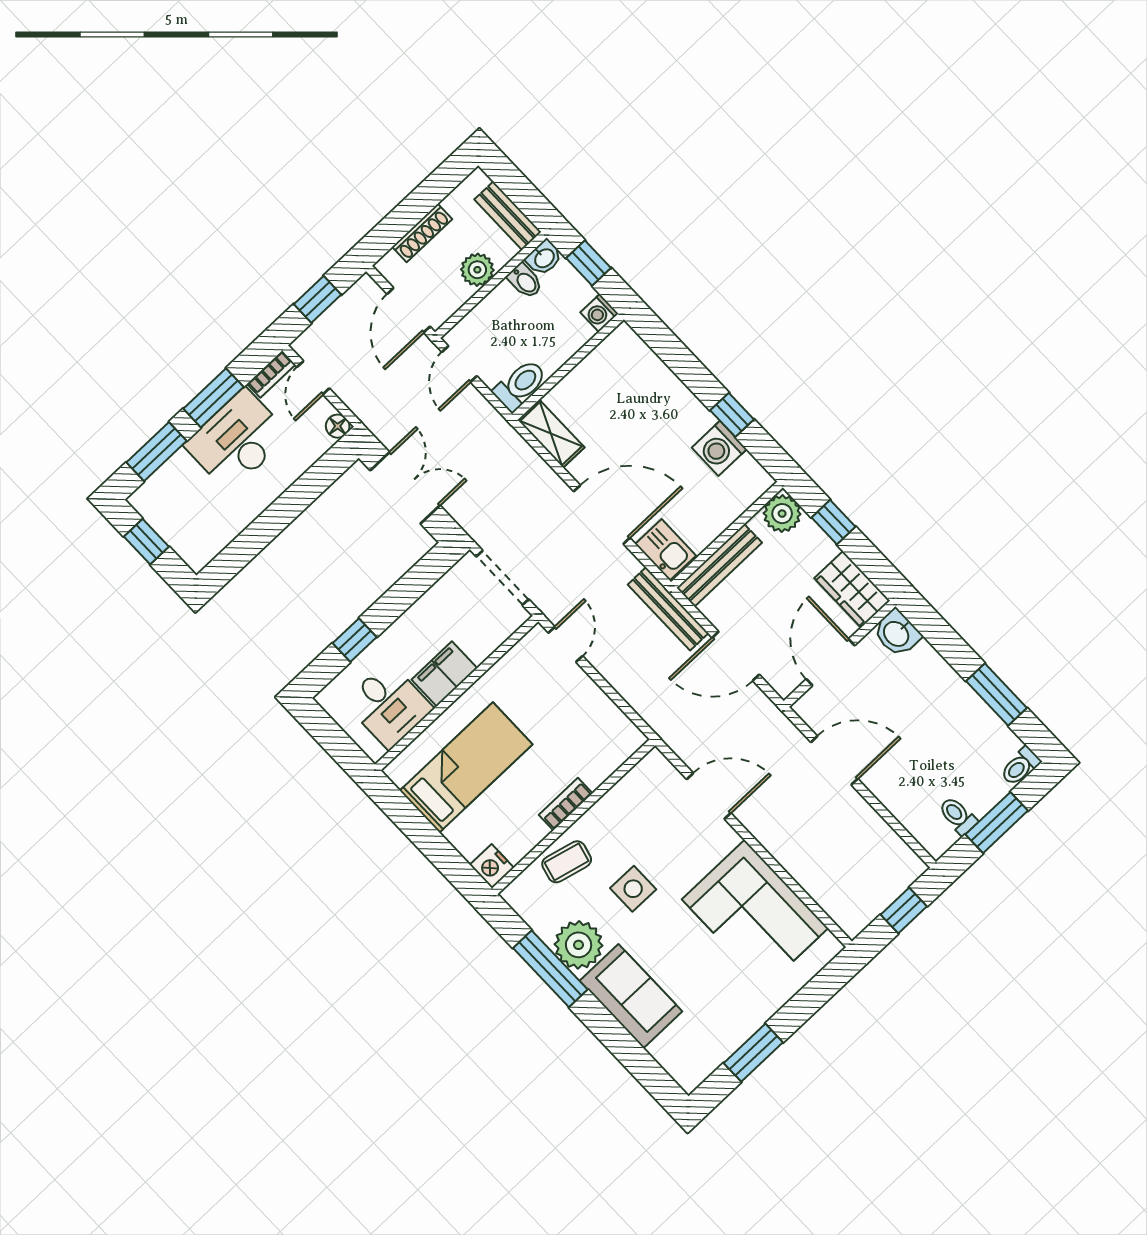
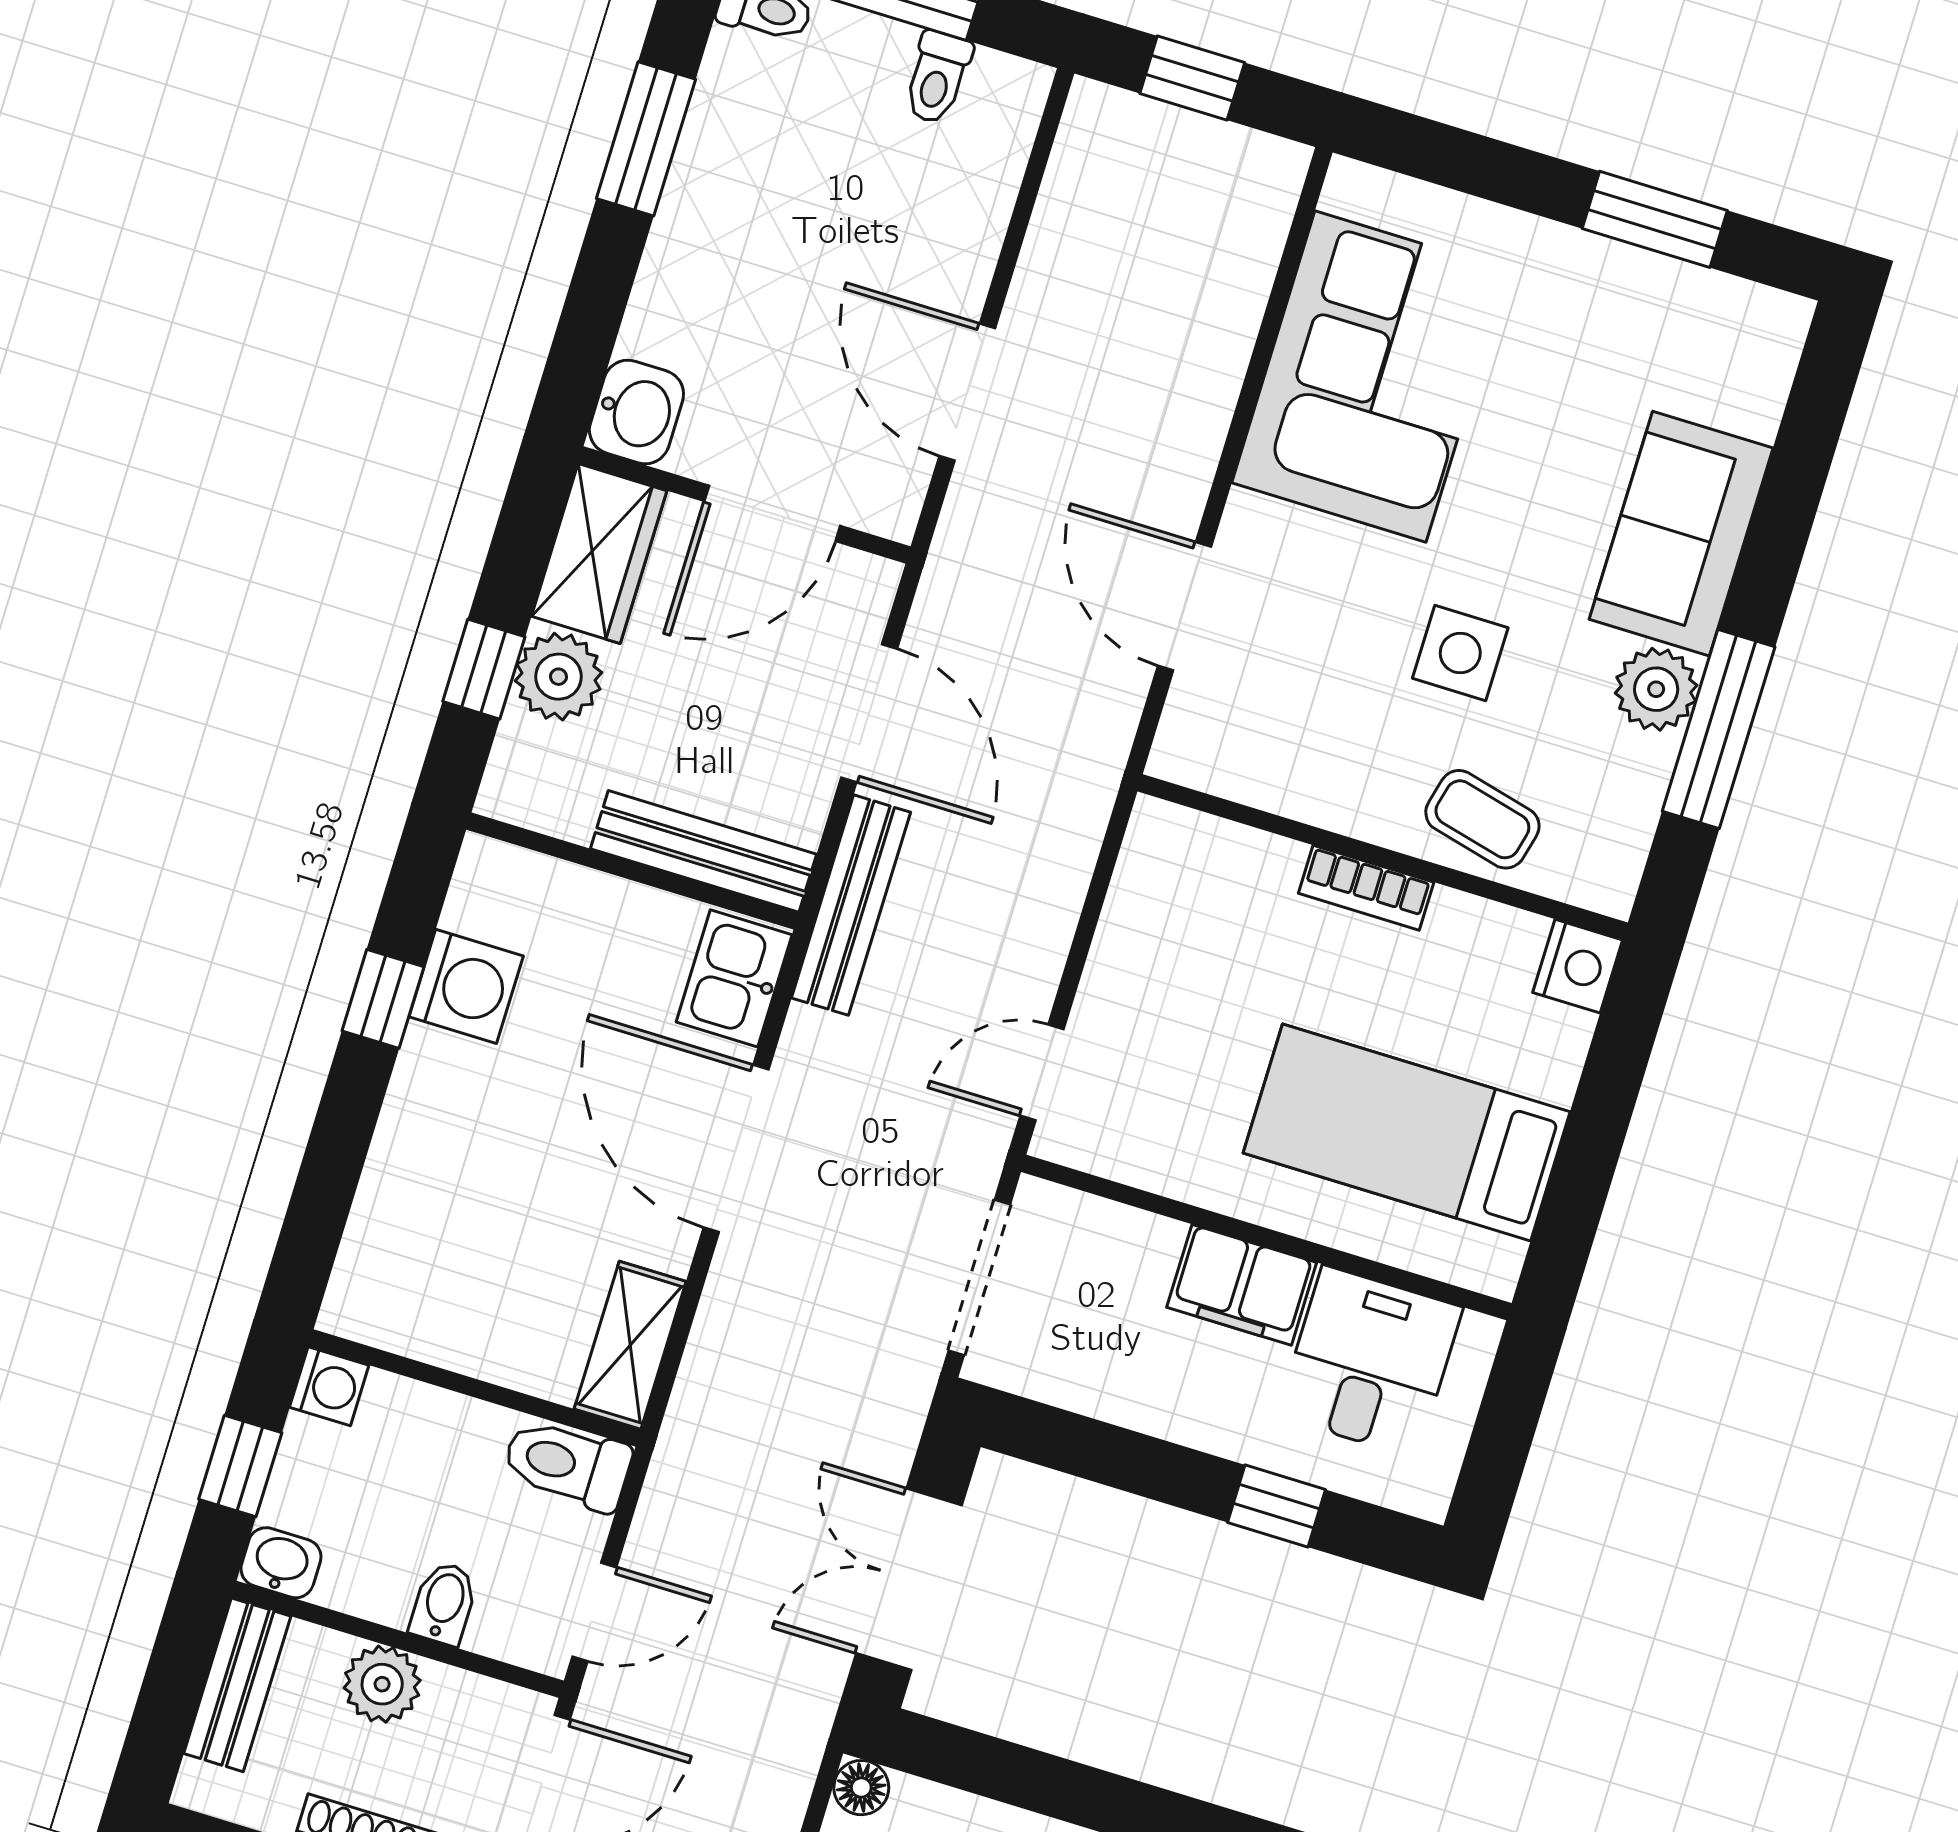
bidet: (525, 281) -> (444, 1603), moved
plant: (782, 514) -> (559, 677), moved
plant: (579, 945) -> (1656, 689), width x0.73, depth x0.73

